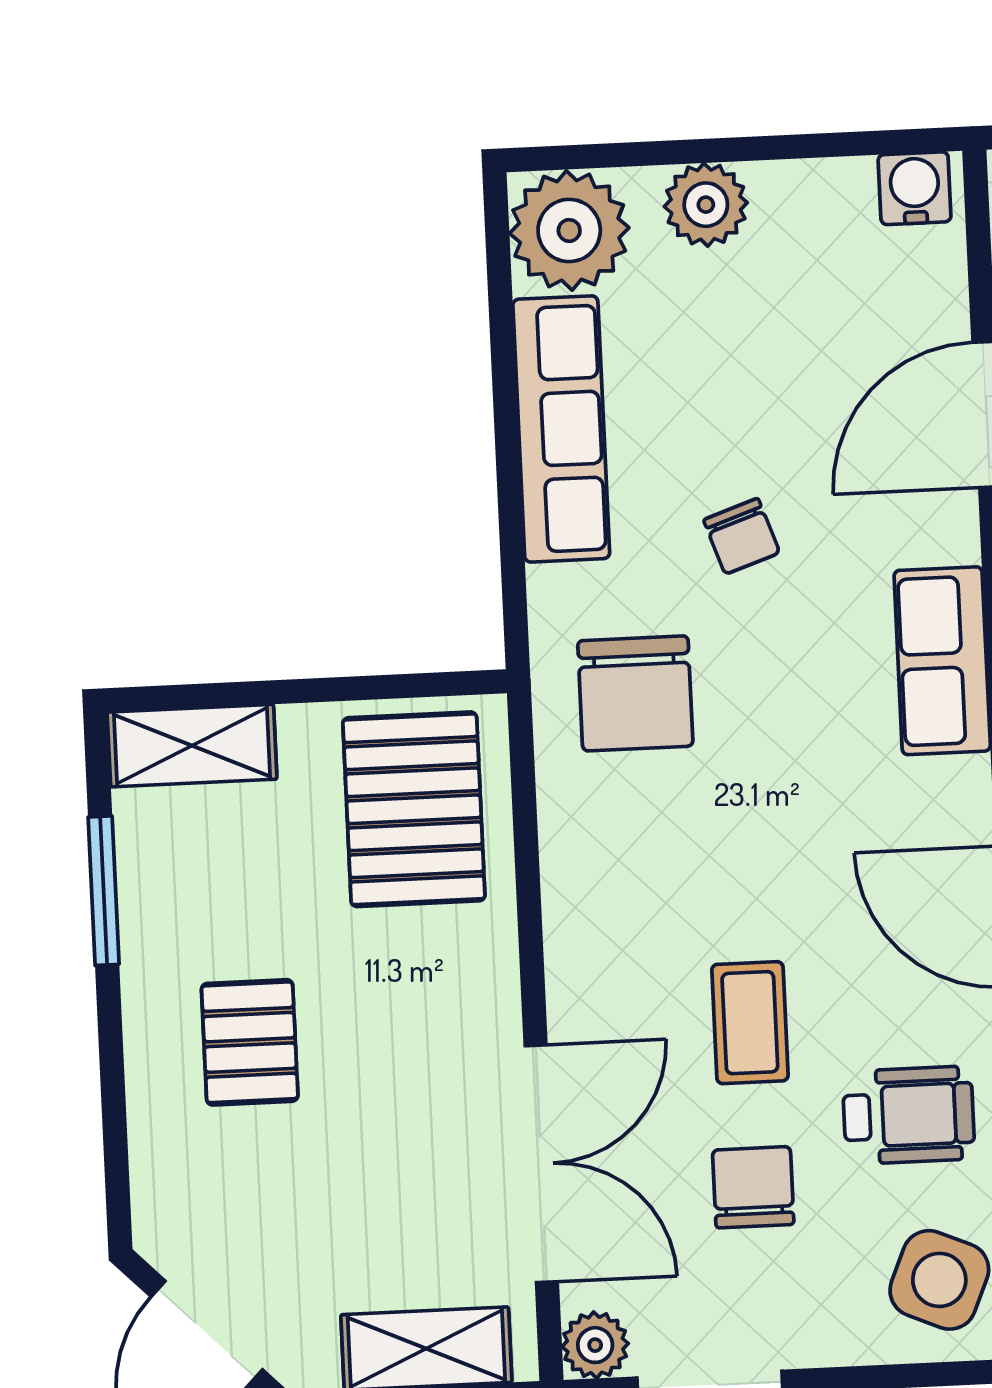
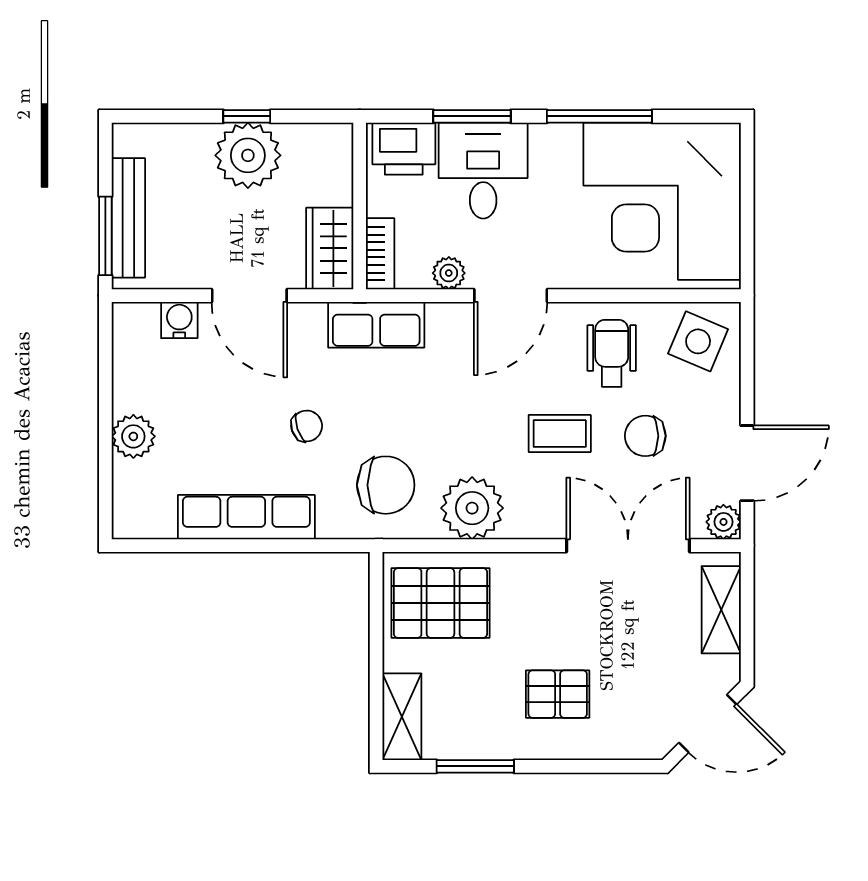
water cooler: (915, 188) -> (179, 320), moved, turned 90
plant: (569, 230) -> (472, 508), moved

